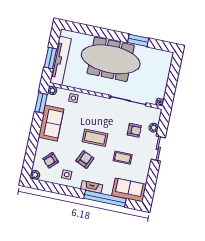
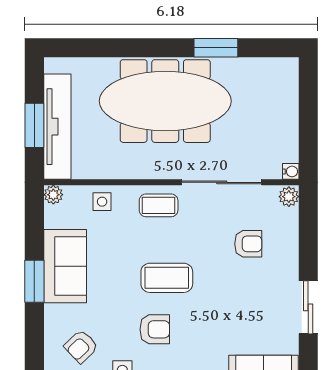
window: (41, 103) -> (34, 281), moved
plant: (154, 128) -> (289, 197), moved
sliding door: (158, 148) -> (308, 307), moved
coffee table: (123, 158) -> (159, 205), moved
armchair: (85, 160) -> (155, 329), turned 66

